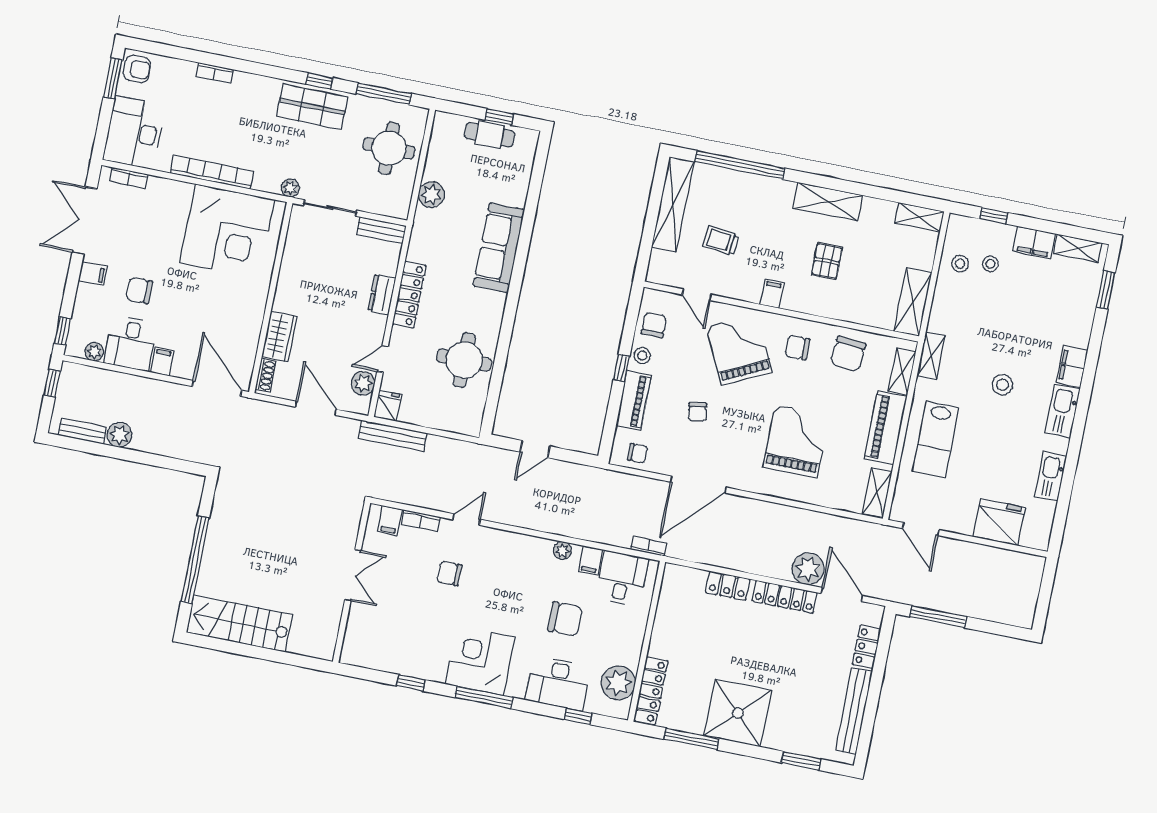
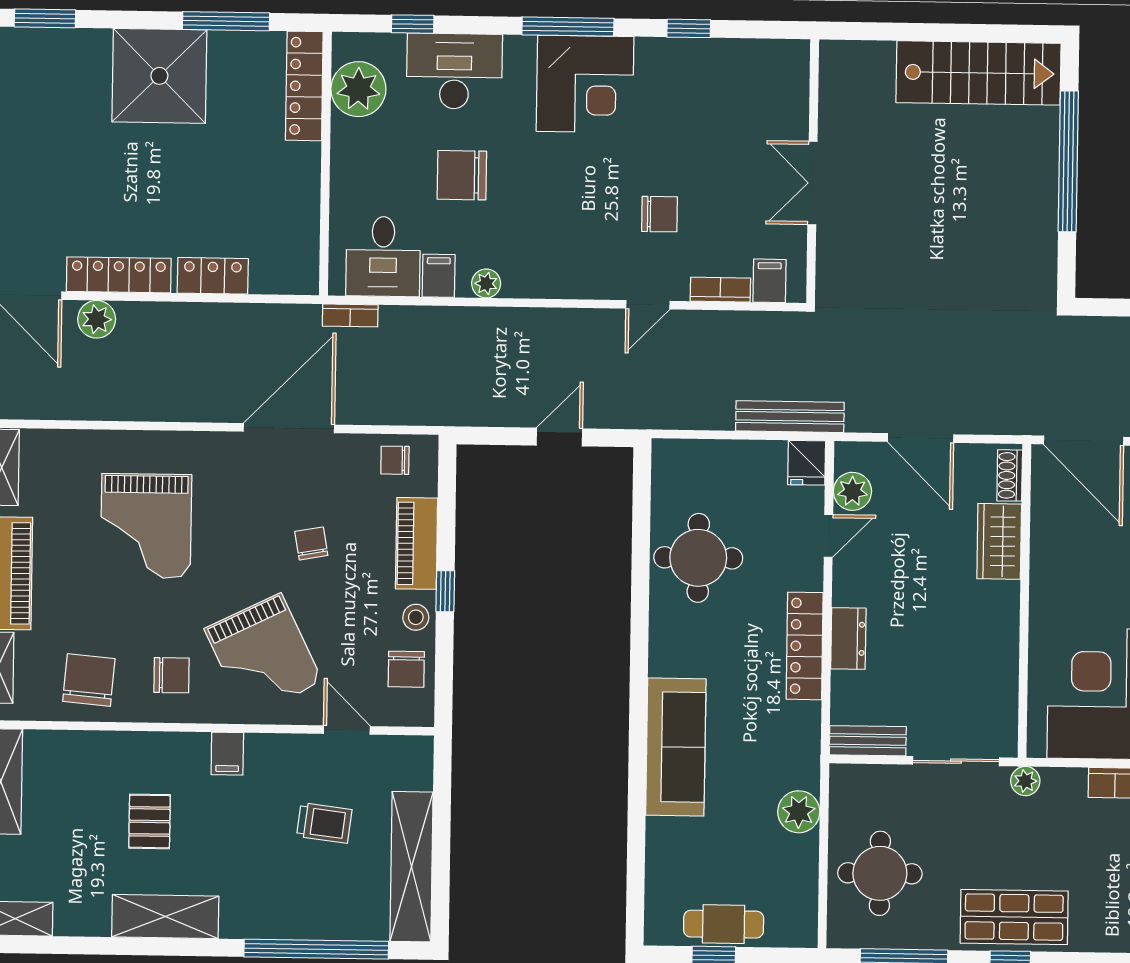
plant: (808, 569) -> (97, 319), width x0.73, depth x0.73

